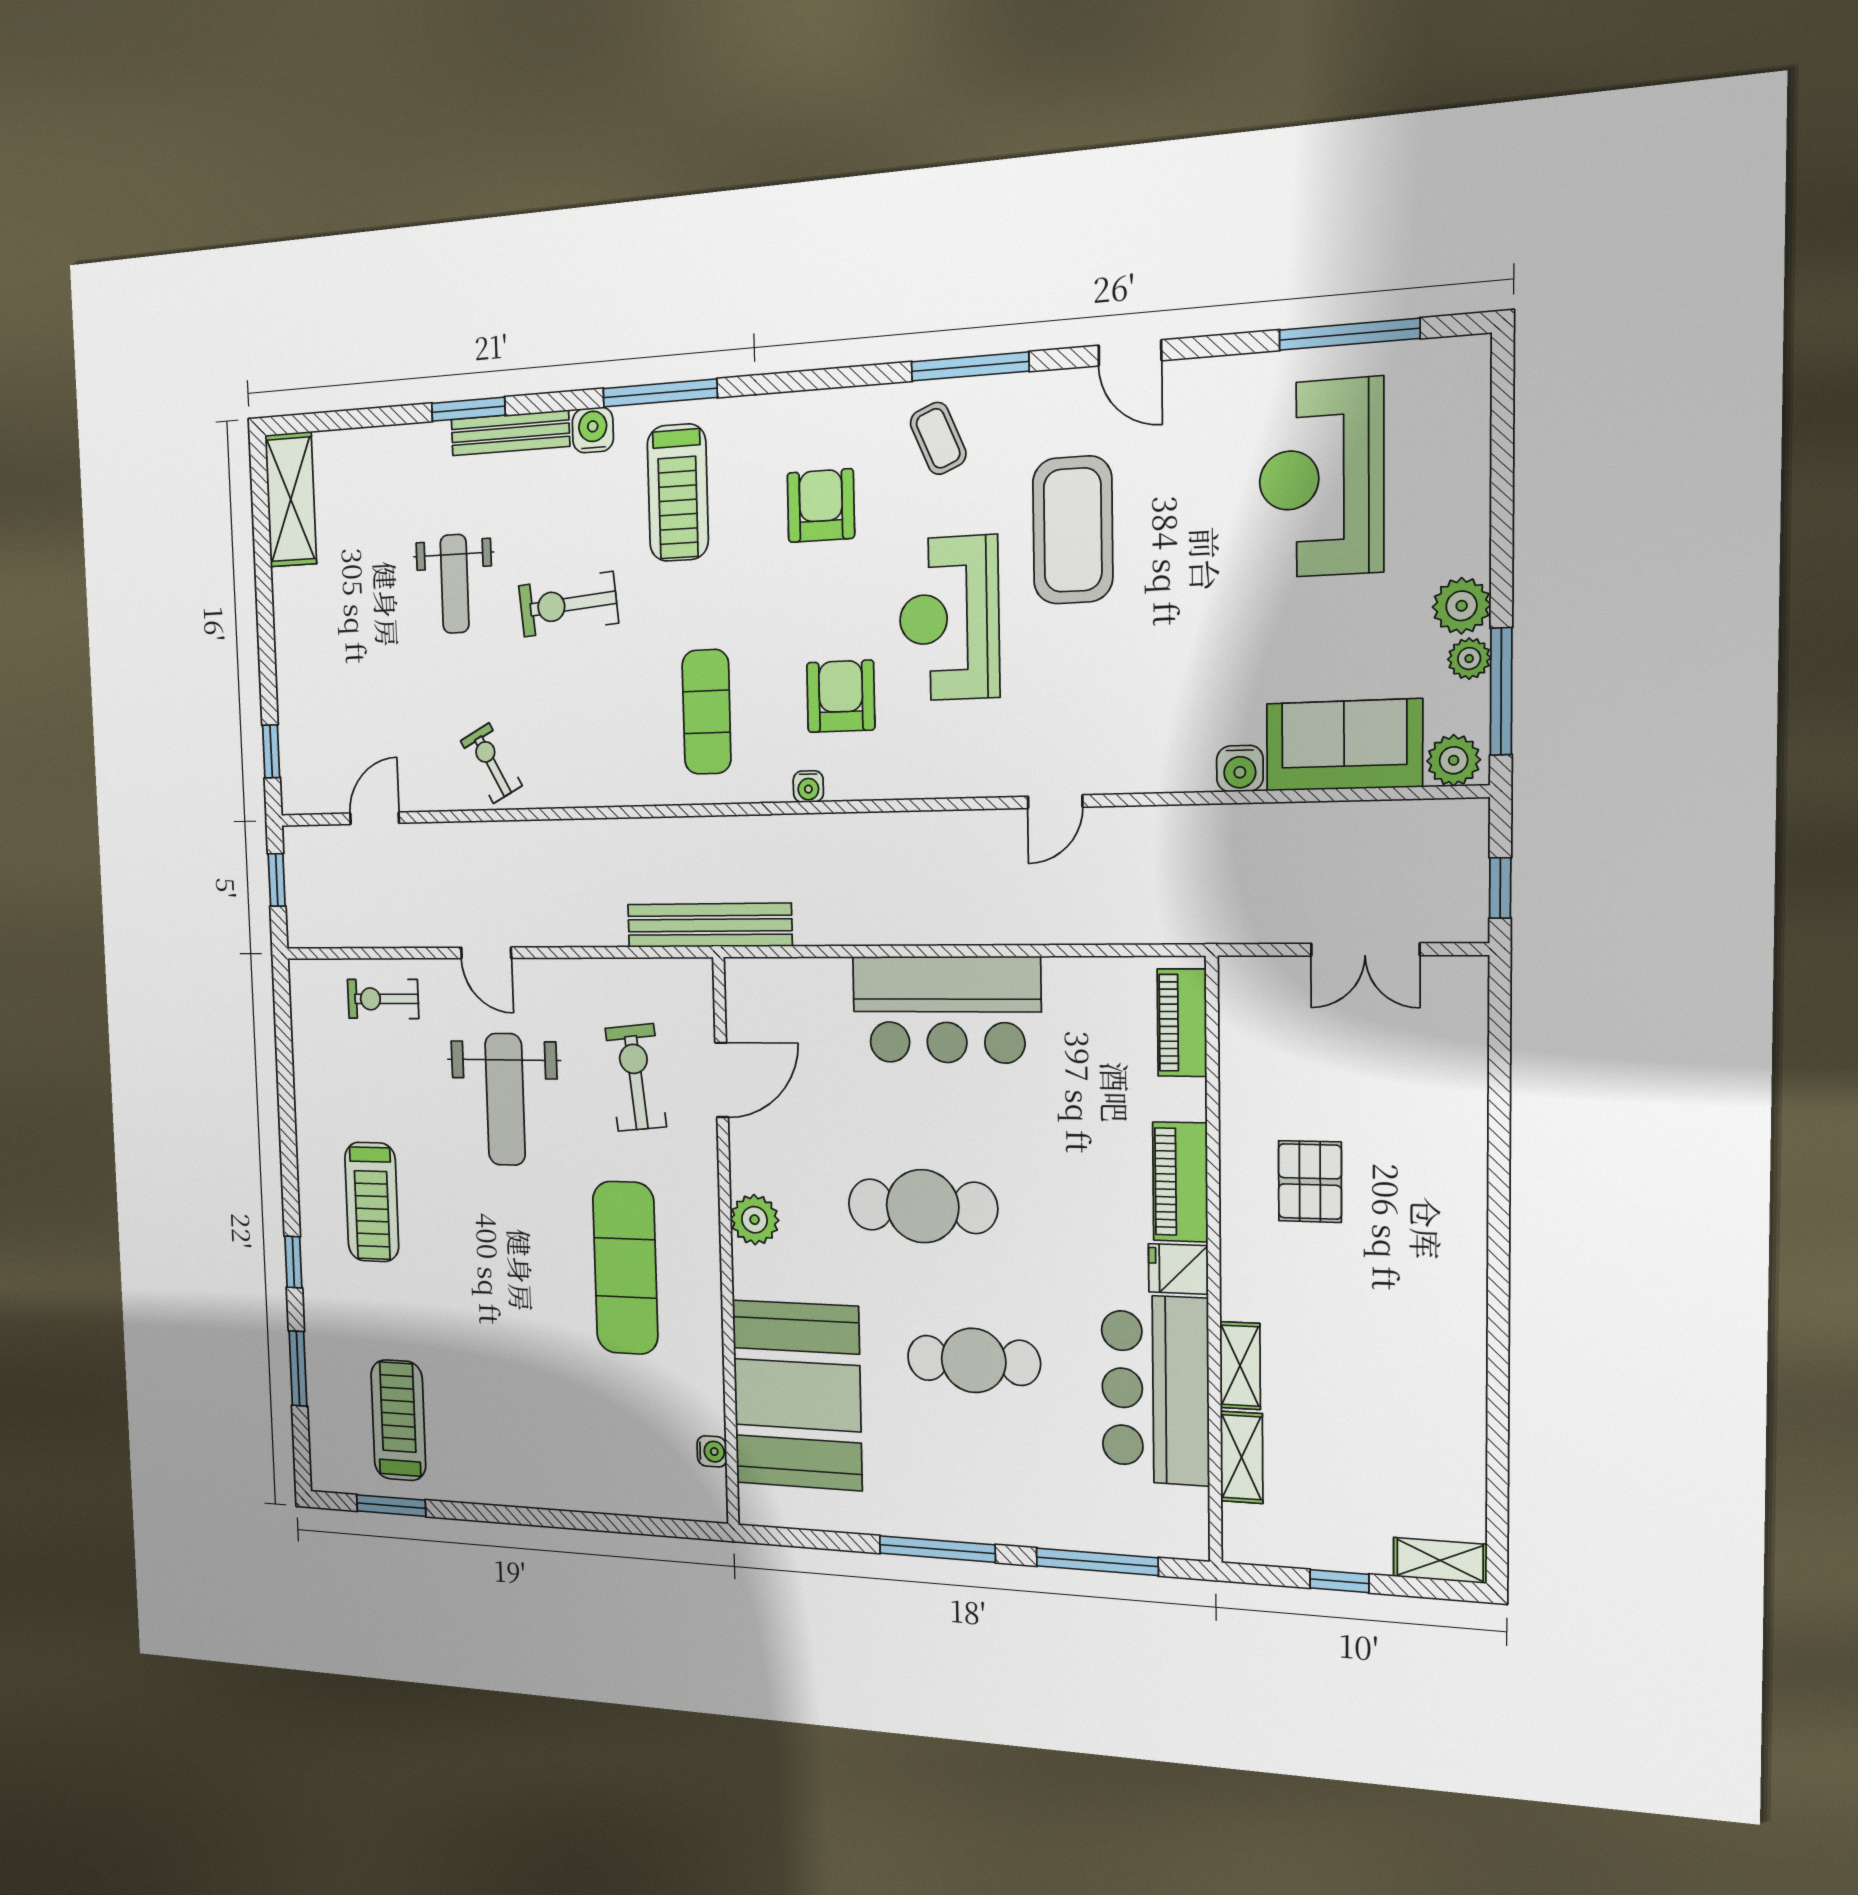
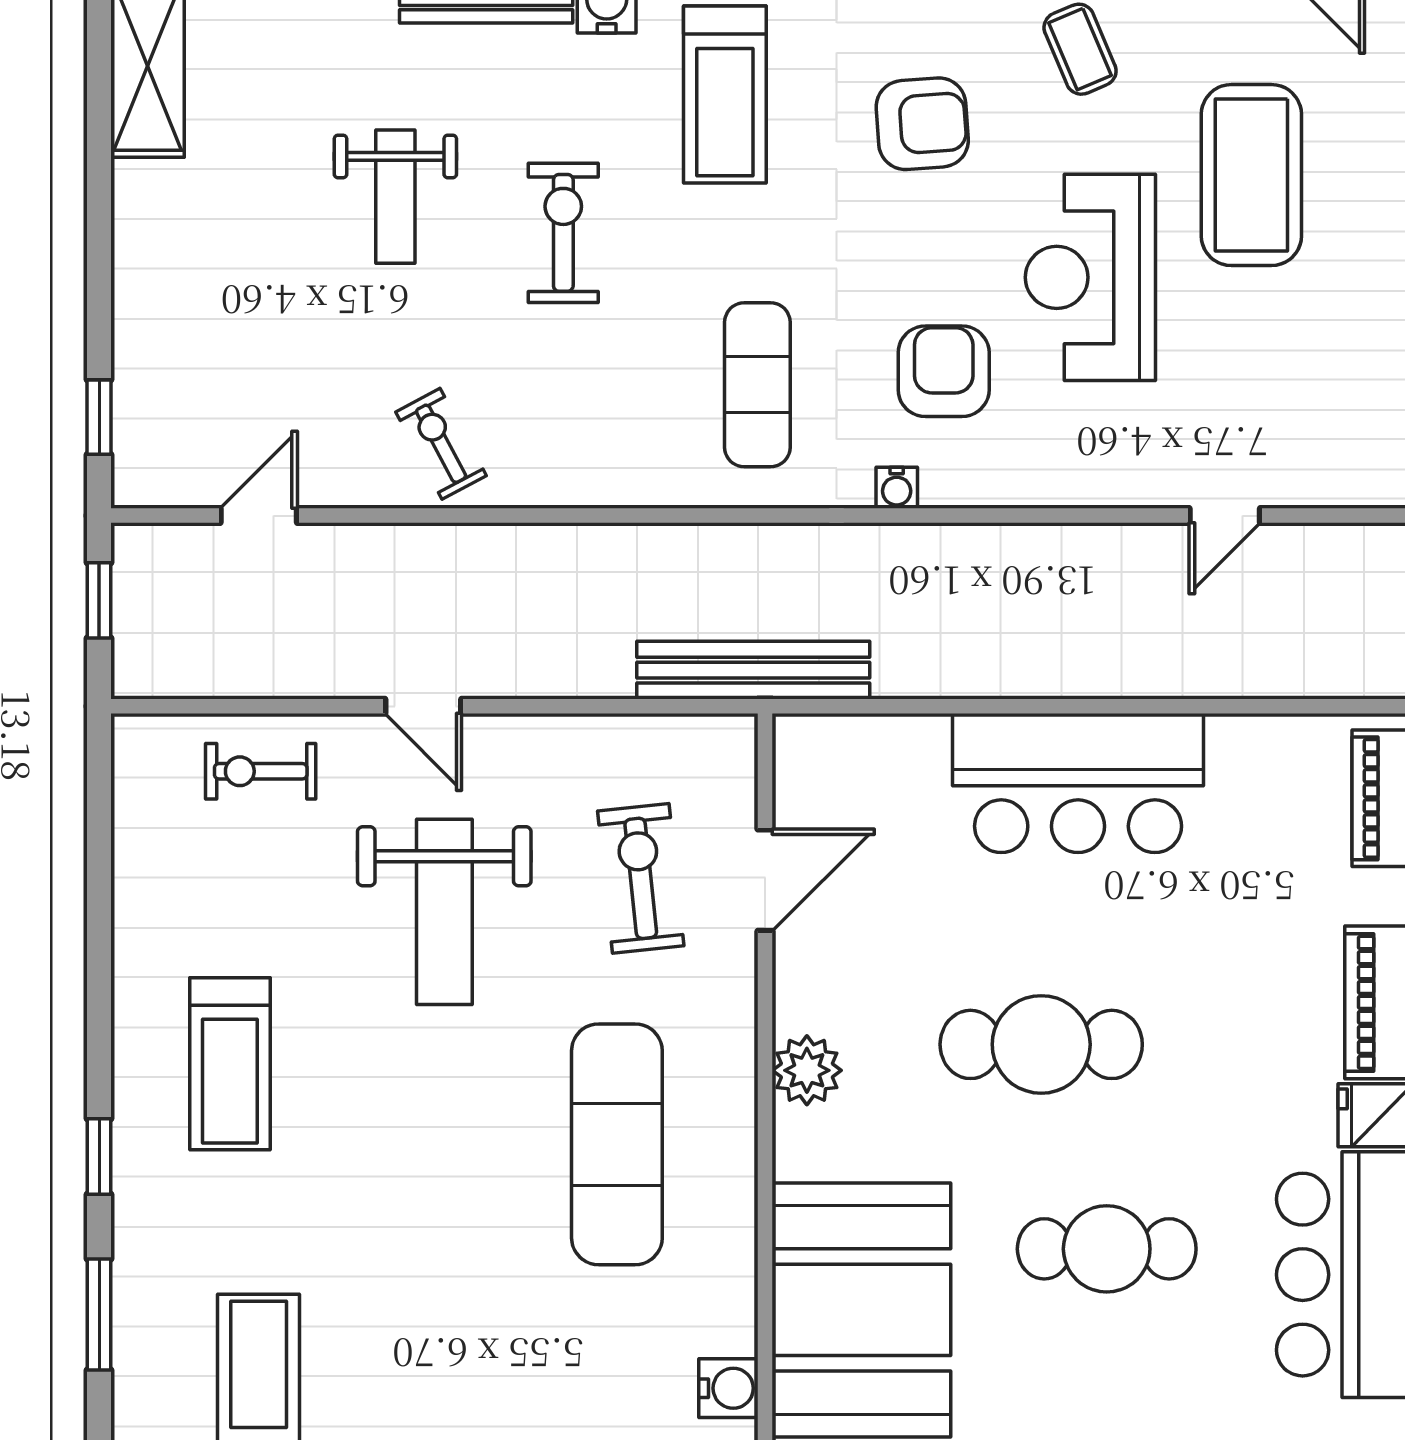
armchair: (821, 506) -> (922, 124), turned 86
exercise bike: (568, 604) -> (563, 233), turned 95
water cooler: (712, 1451) -> (728, 1388), width x1.38, depth x1.38

